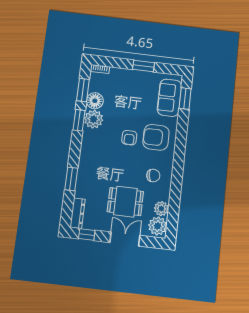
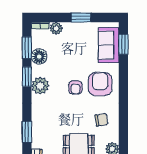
plant: (116, 74) -> (56, 28), added
plant: (94, 119) -> (40, 86), moved
armchair: (156, 137) -> (100, 84), turned 90

